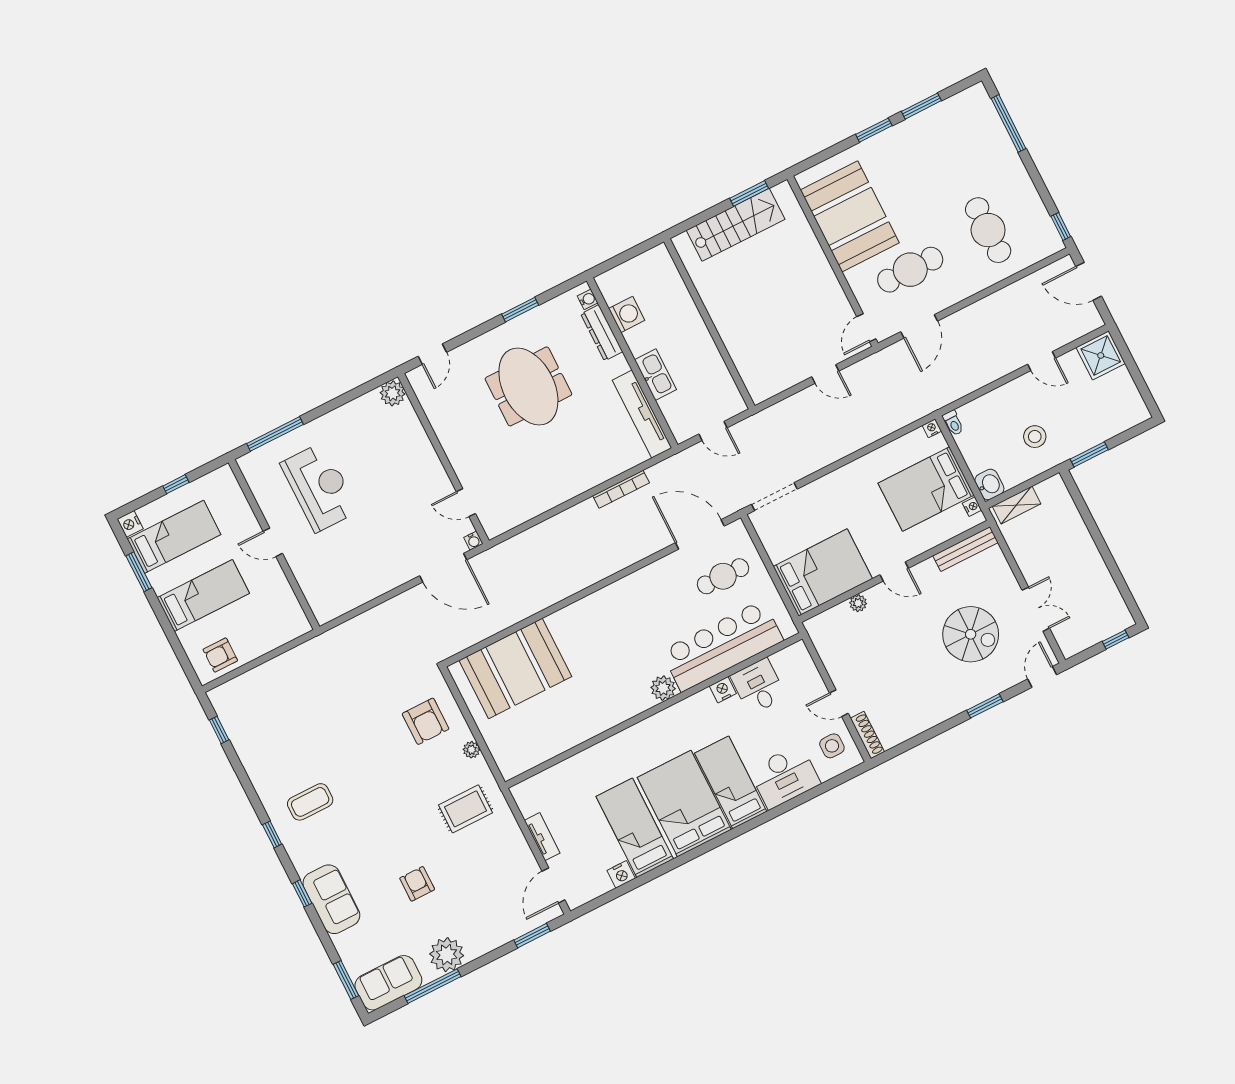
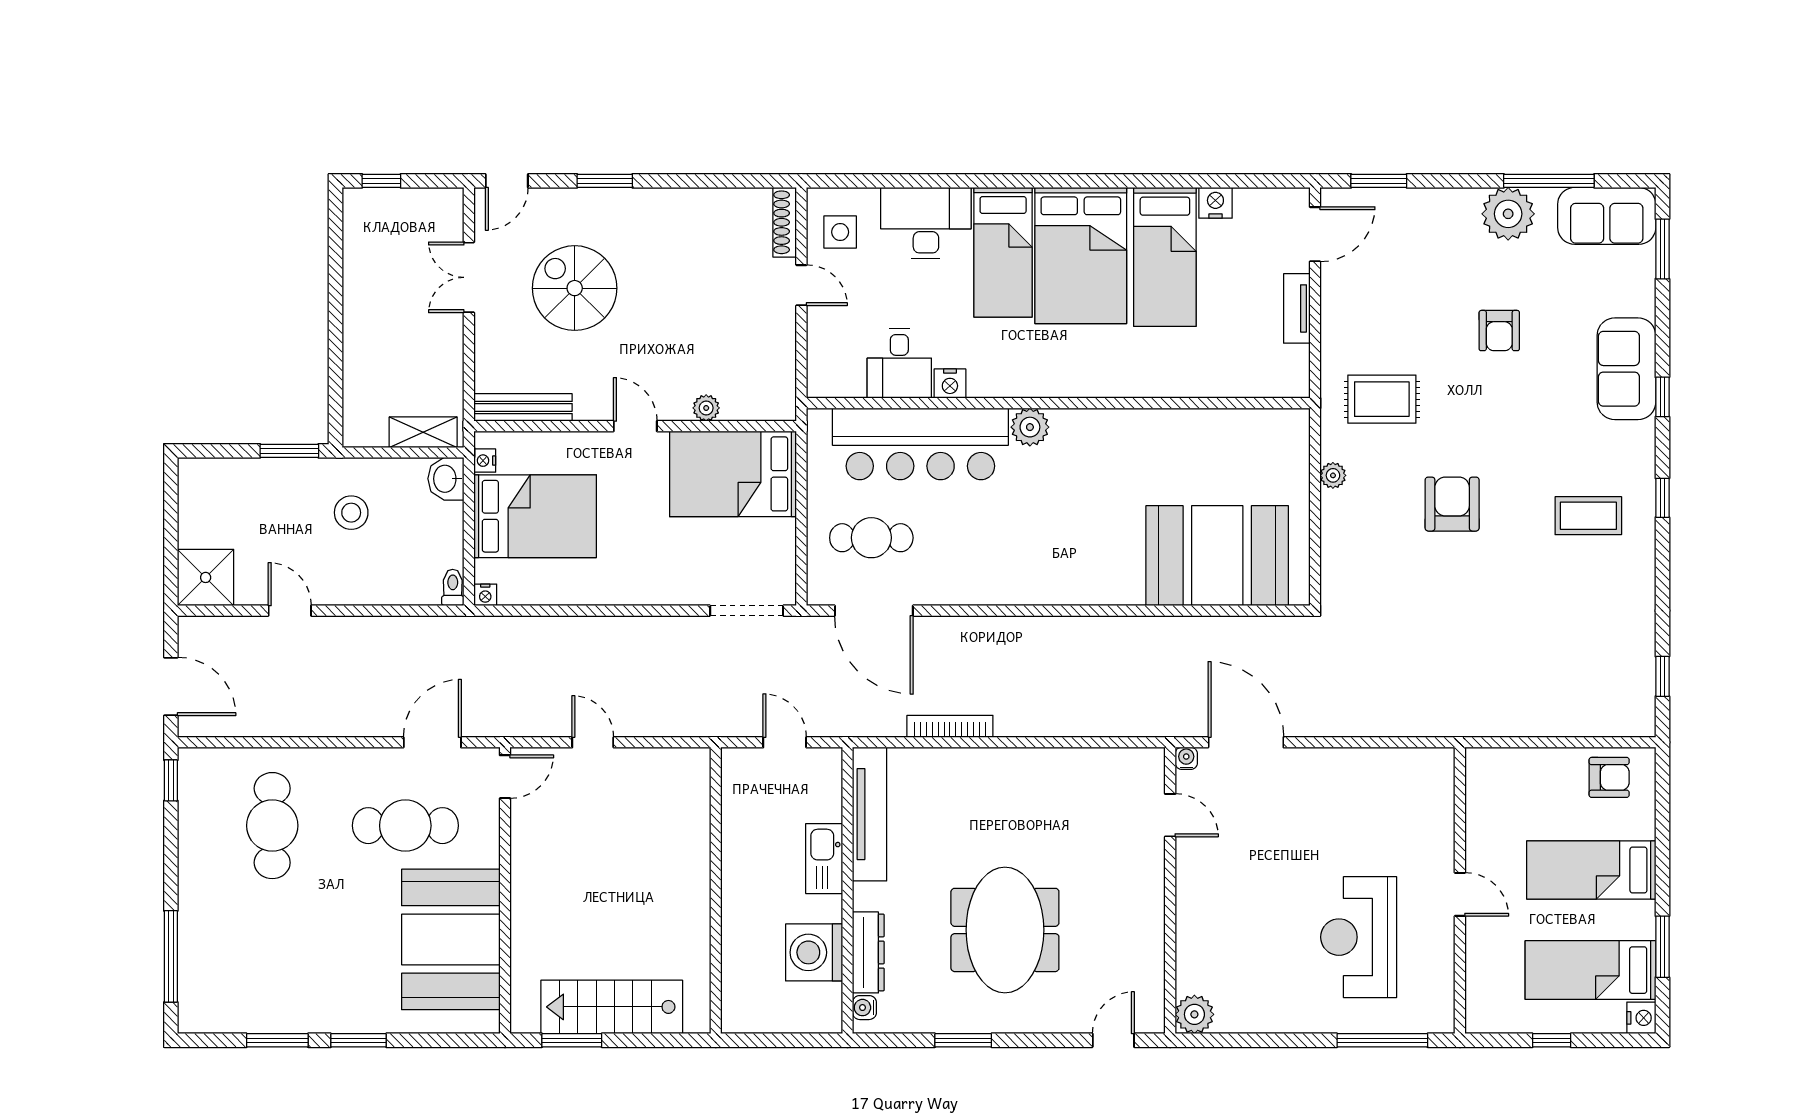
washing machine: (627, 314) -> (814, 952), width x1.37, depth x1.37
armchair: (426, 721) -> (1452, 504), moved

